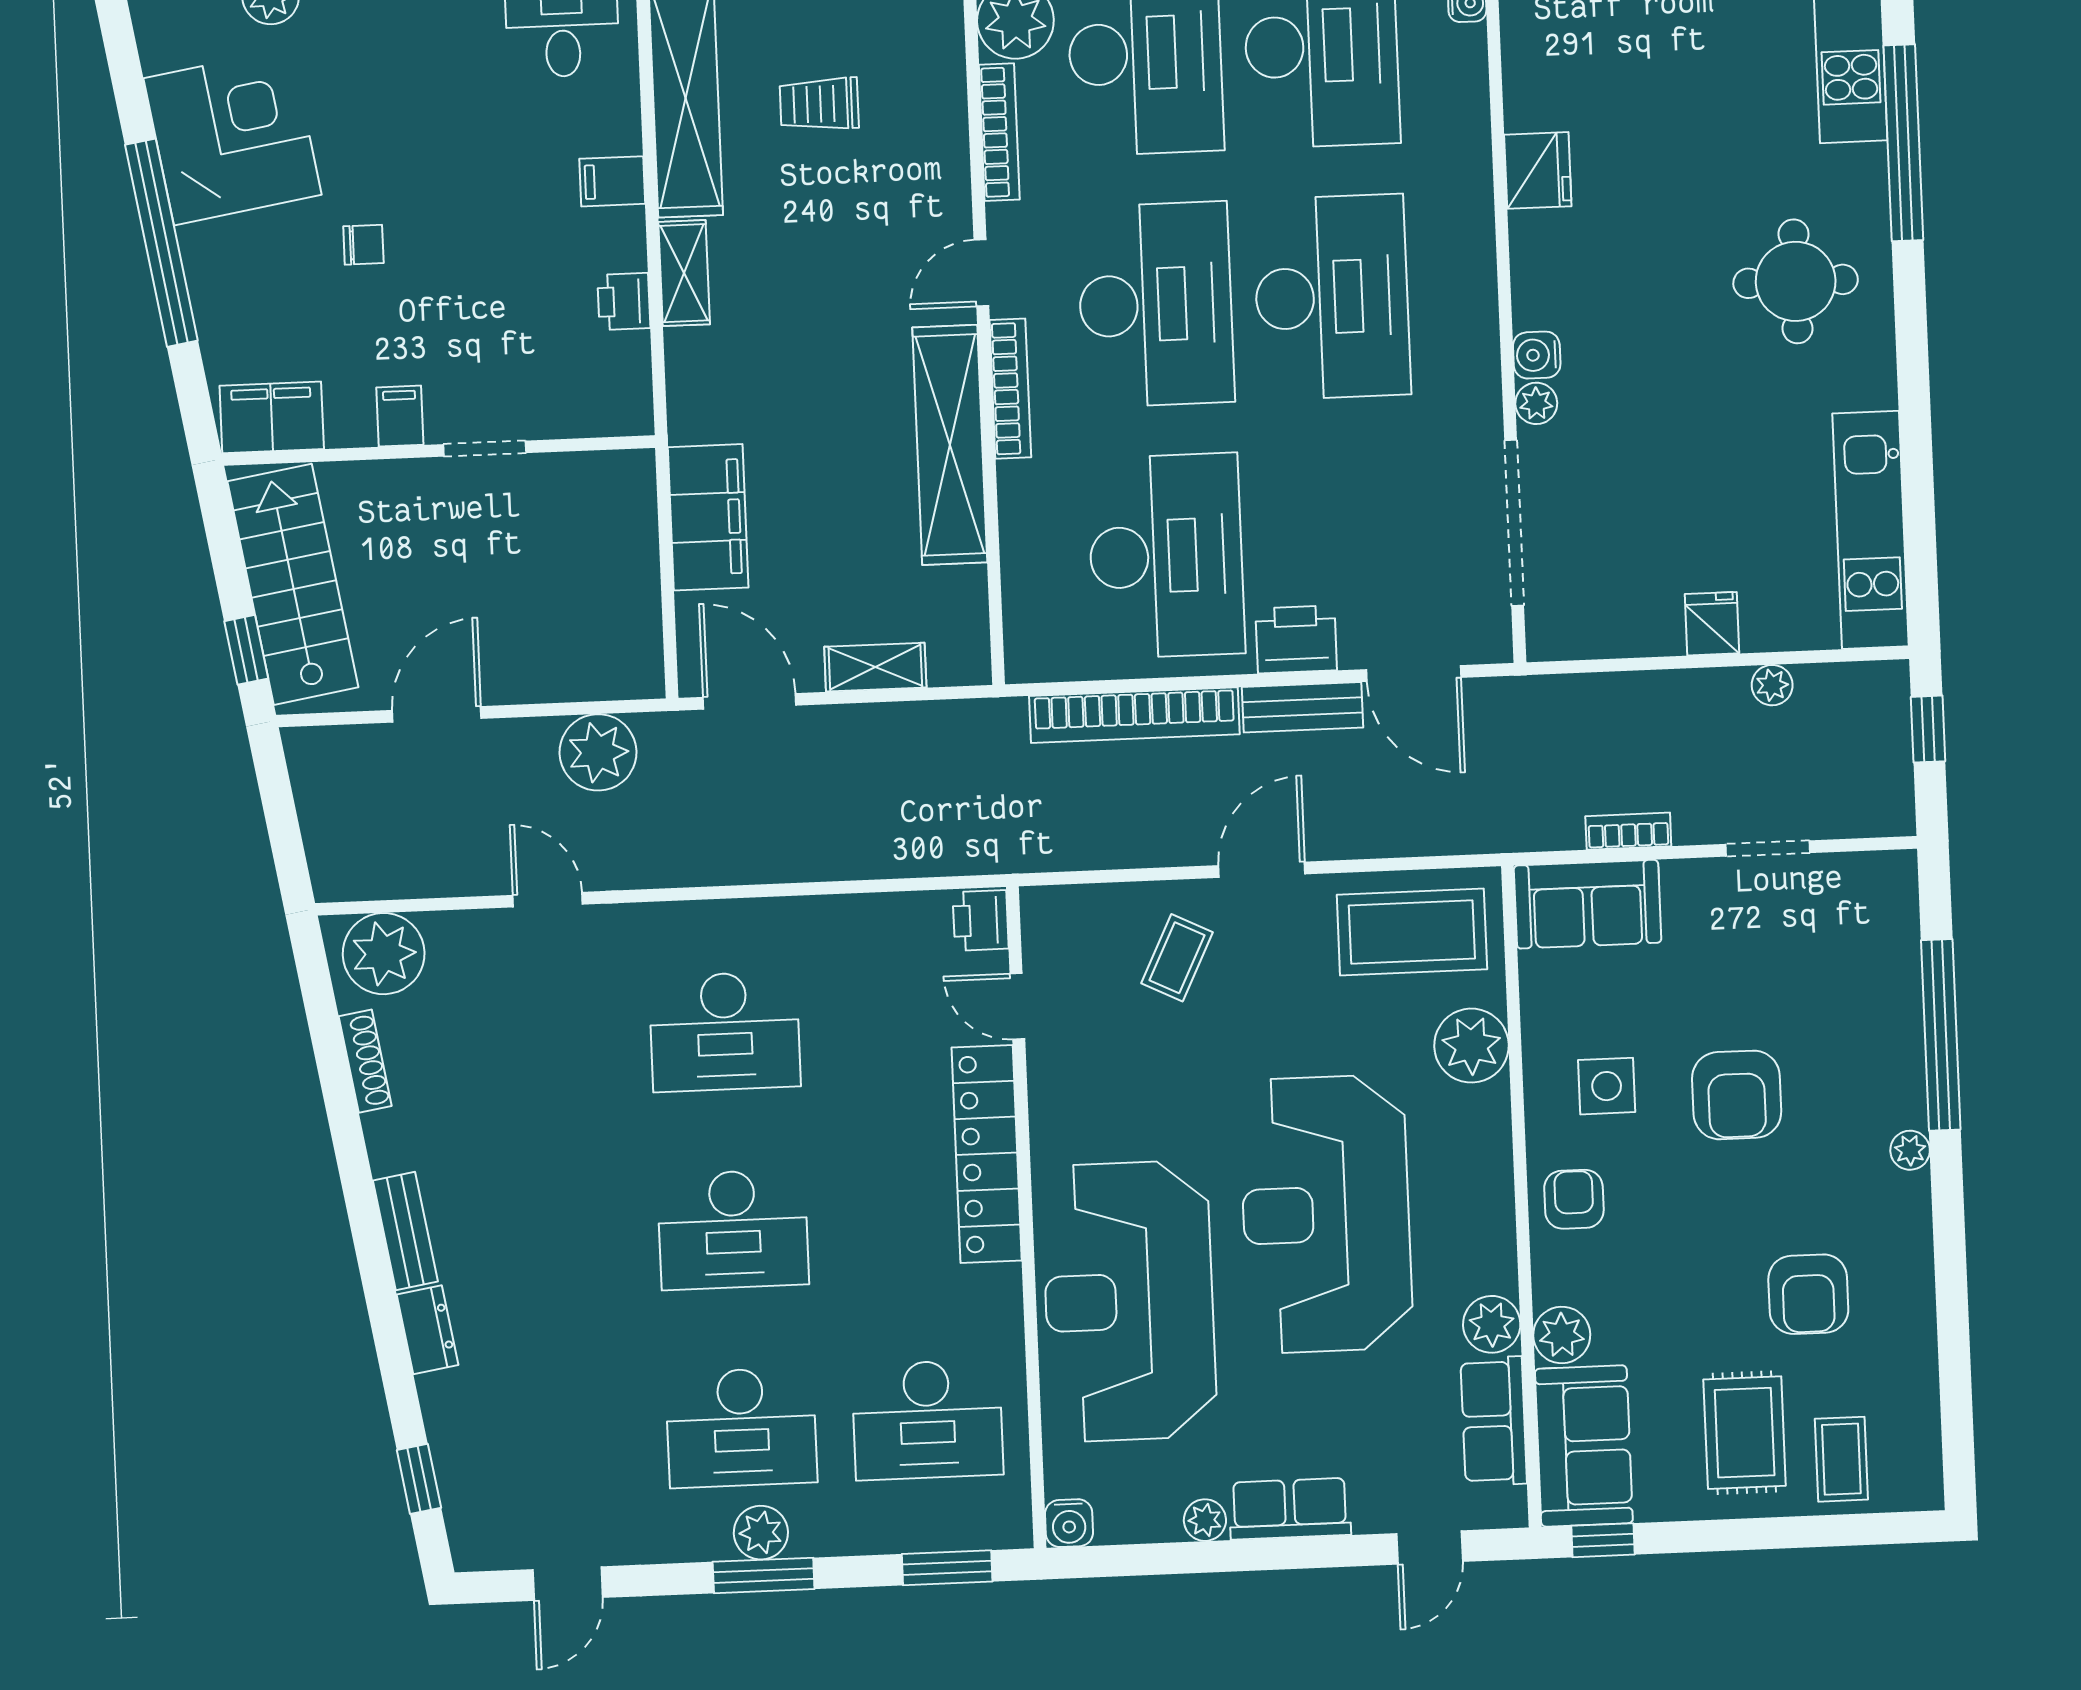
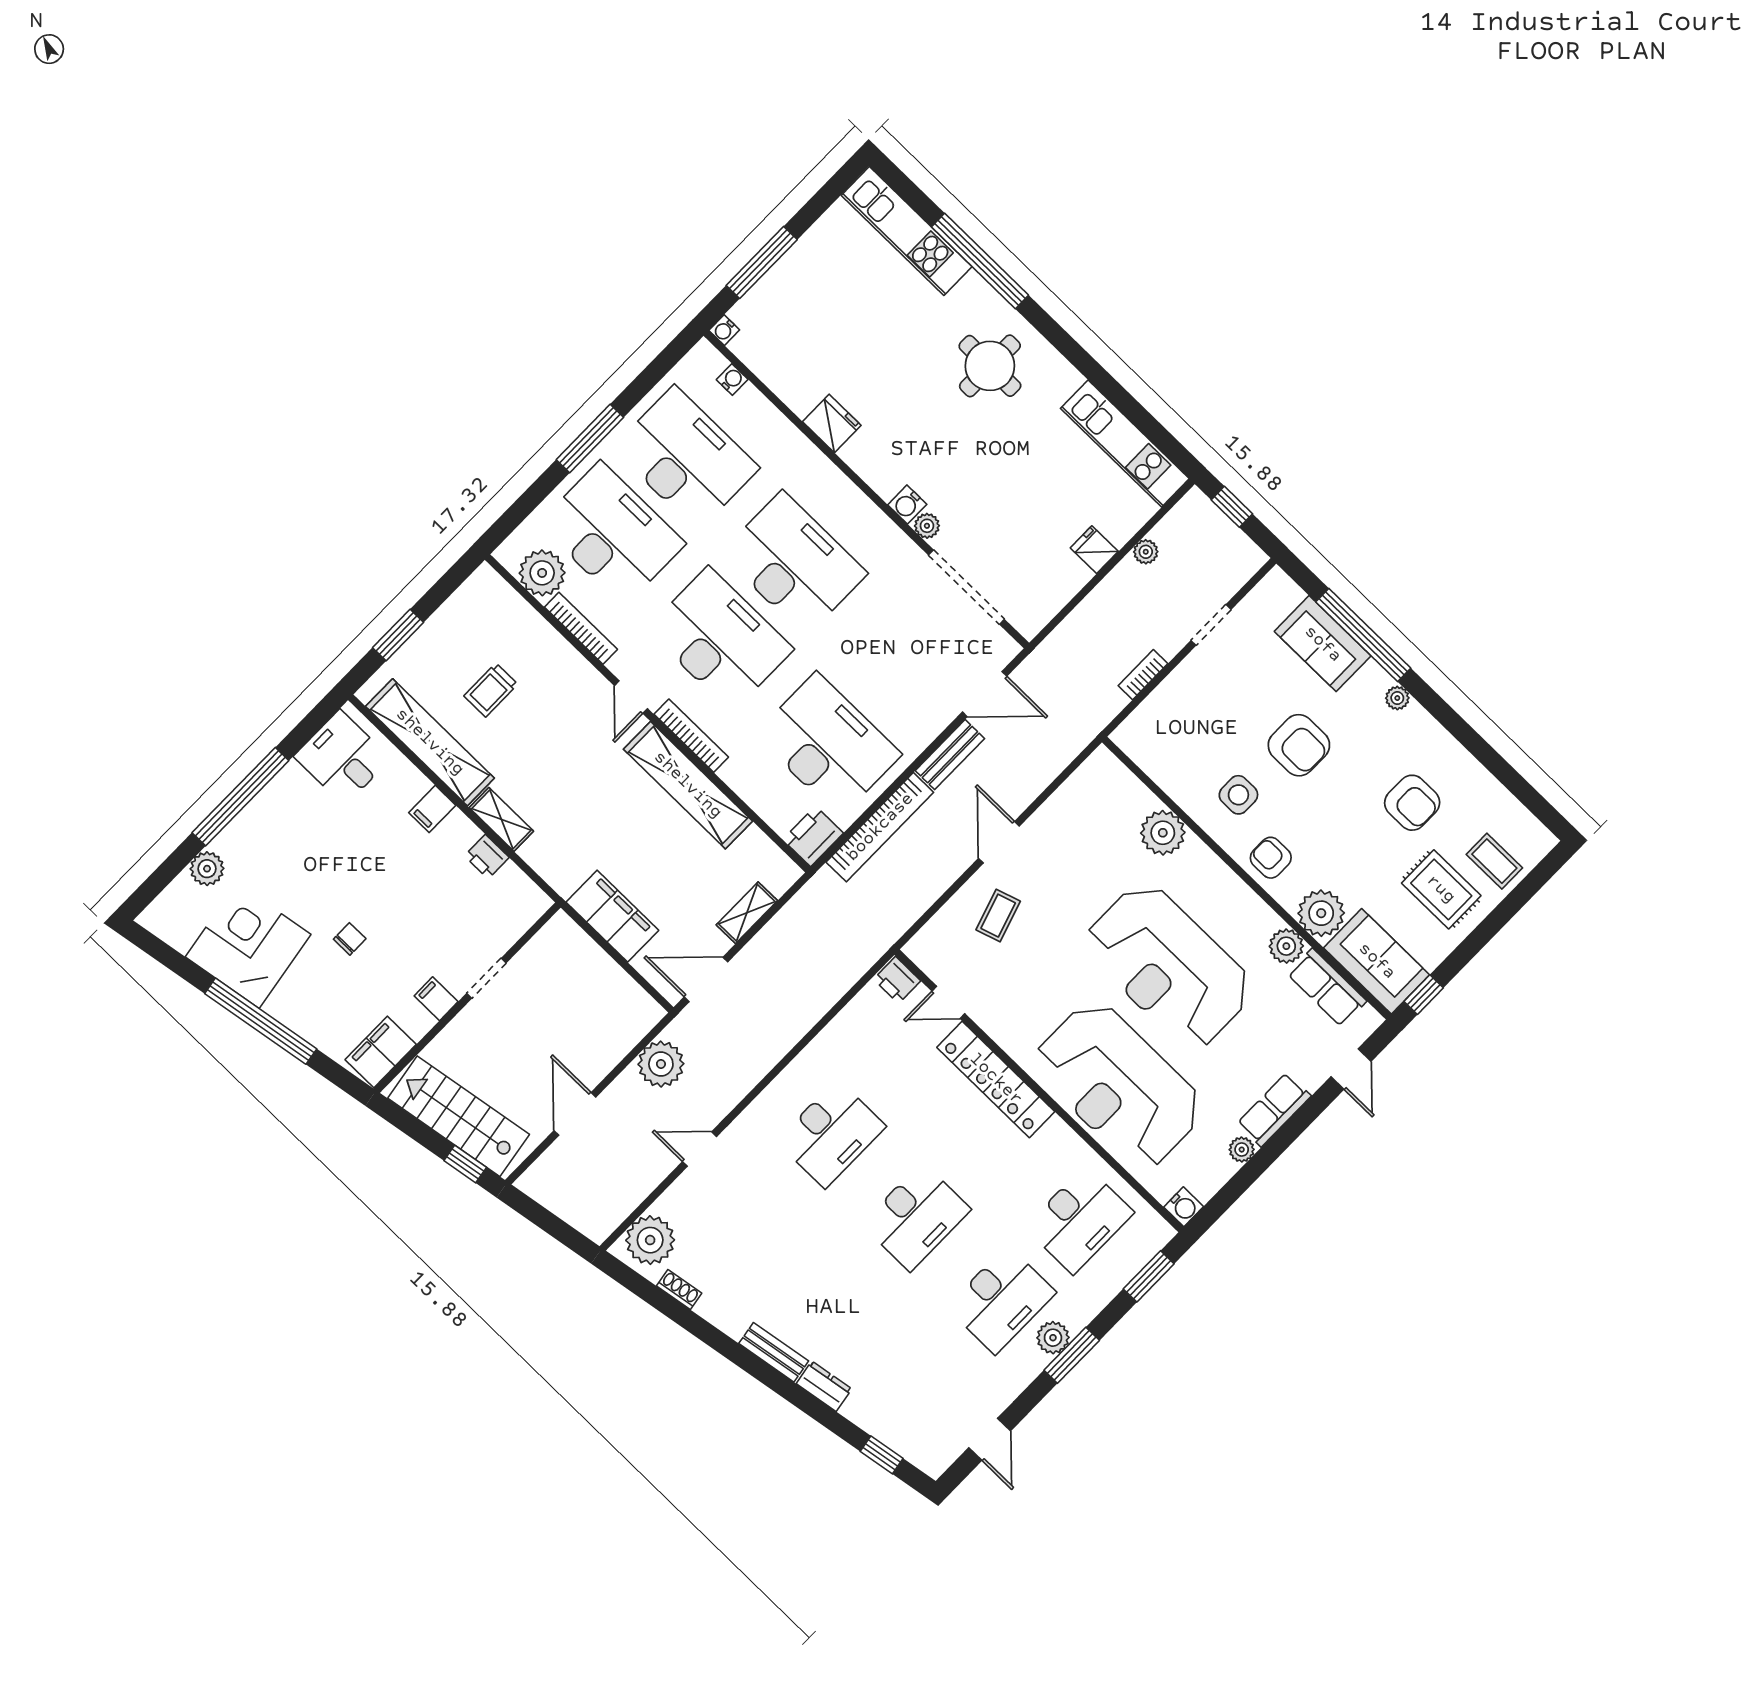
printer: (1296, 639) -> (813, 836), moved
sofa: (1588, 904) -> (1323, 644), moved, turned 90
coffee table: (1412, 932) -> (1090, 808), removed
coffee table: (1177, 958) -> (998, 916), turned 46
shoe rack: (365, 1061) -> (679, 1290), width x0.70
plant: (1562, 1335) -> (1321, 913), width x1.36, depth x1.36

